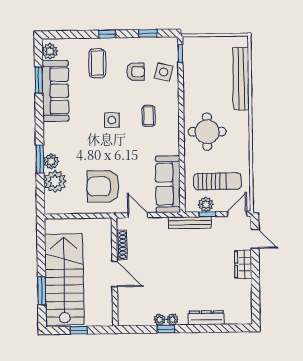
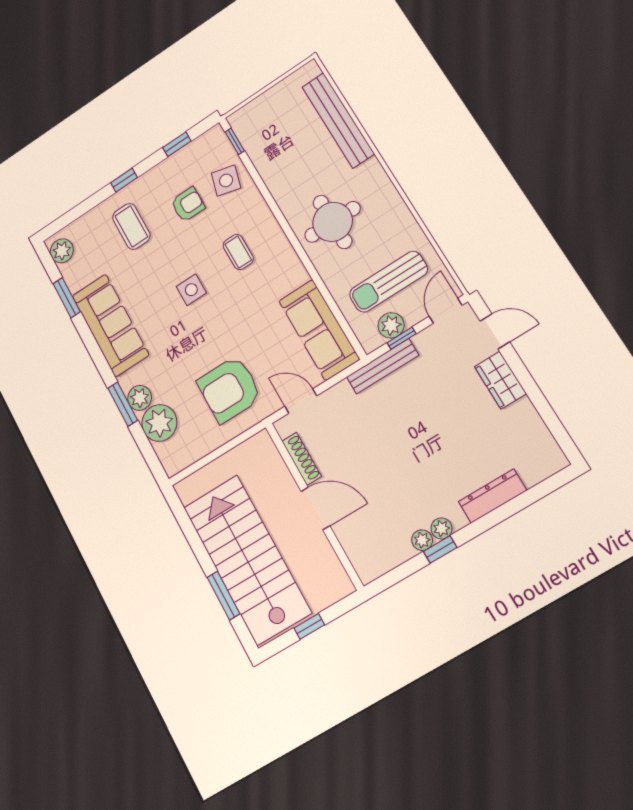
sofa: (56, 91) -> (110, 325), moved
sun lounger: (217, 181) -> (388, 282), turned 180

